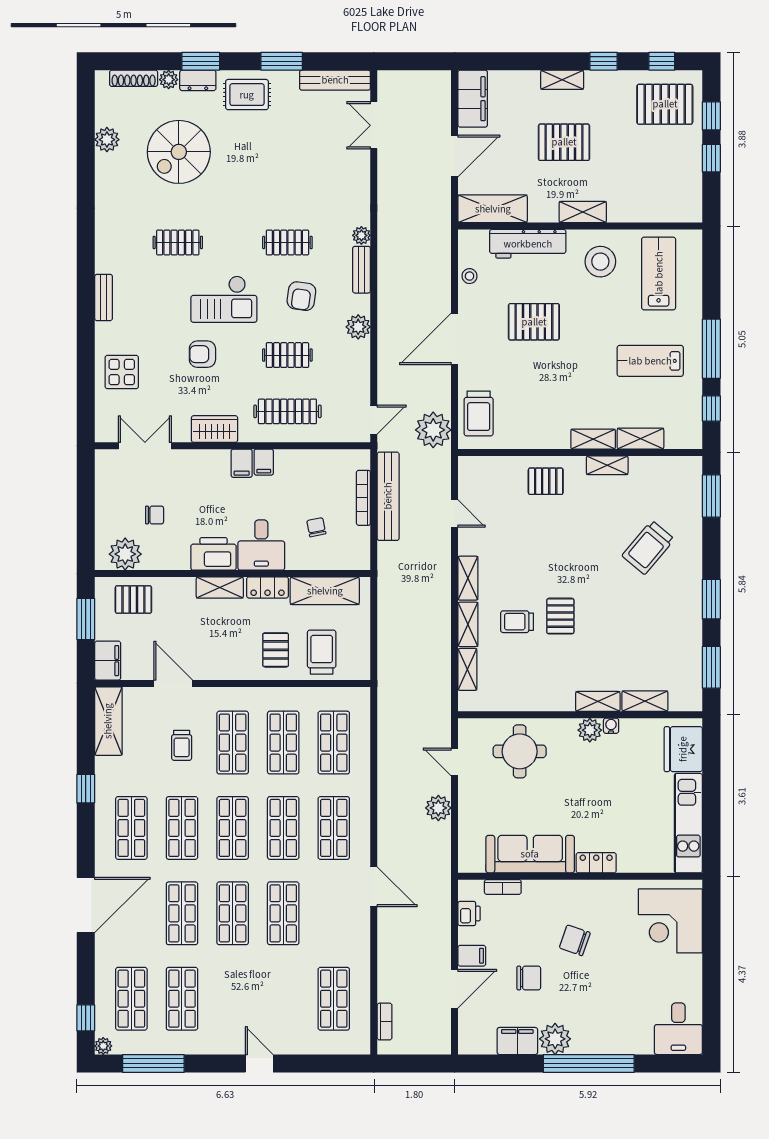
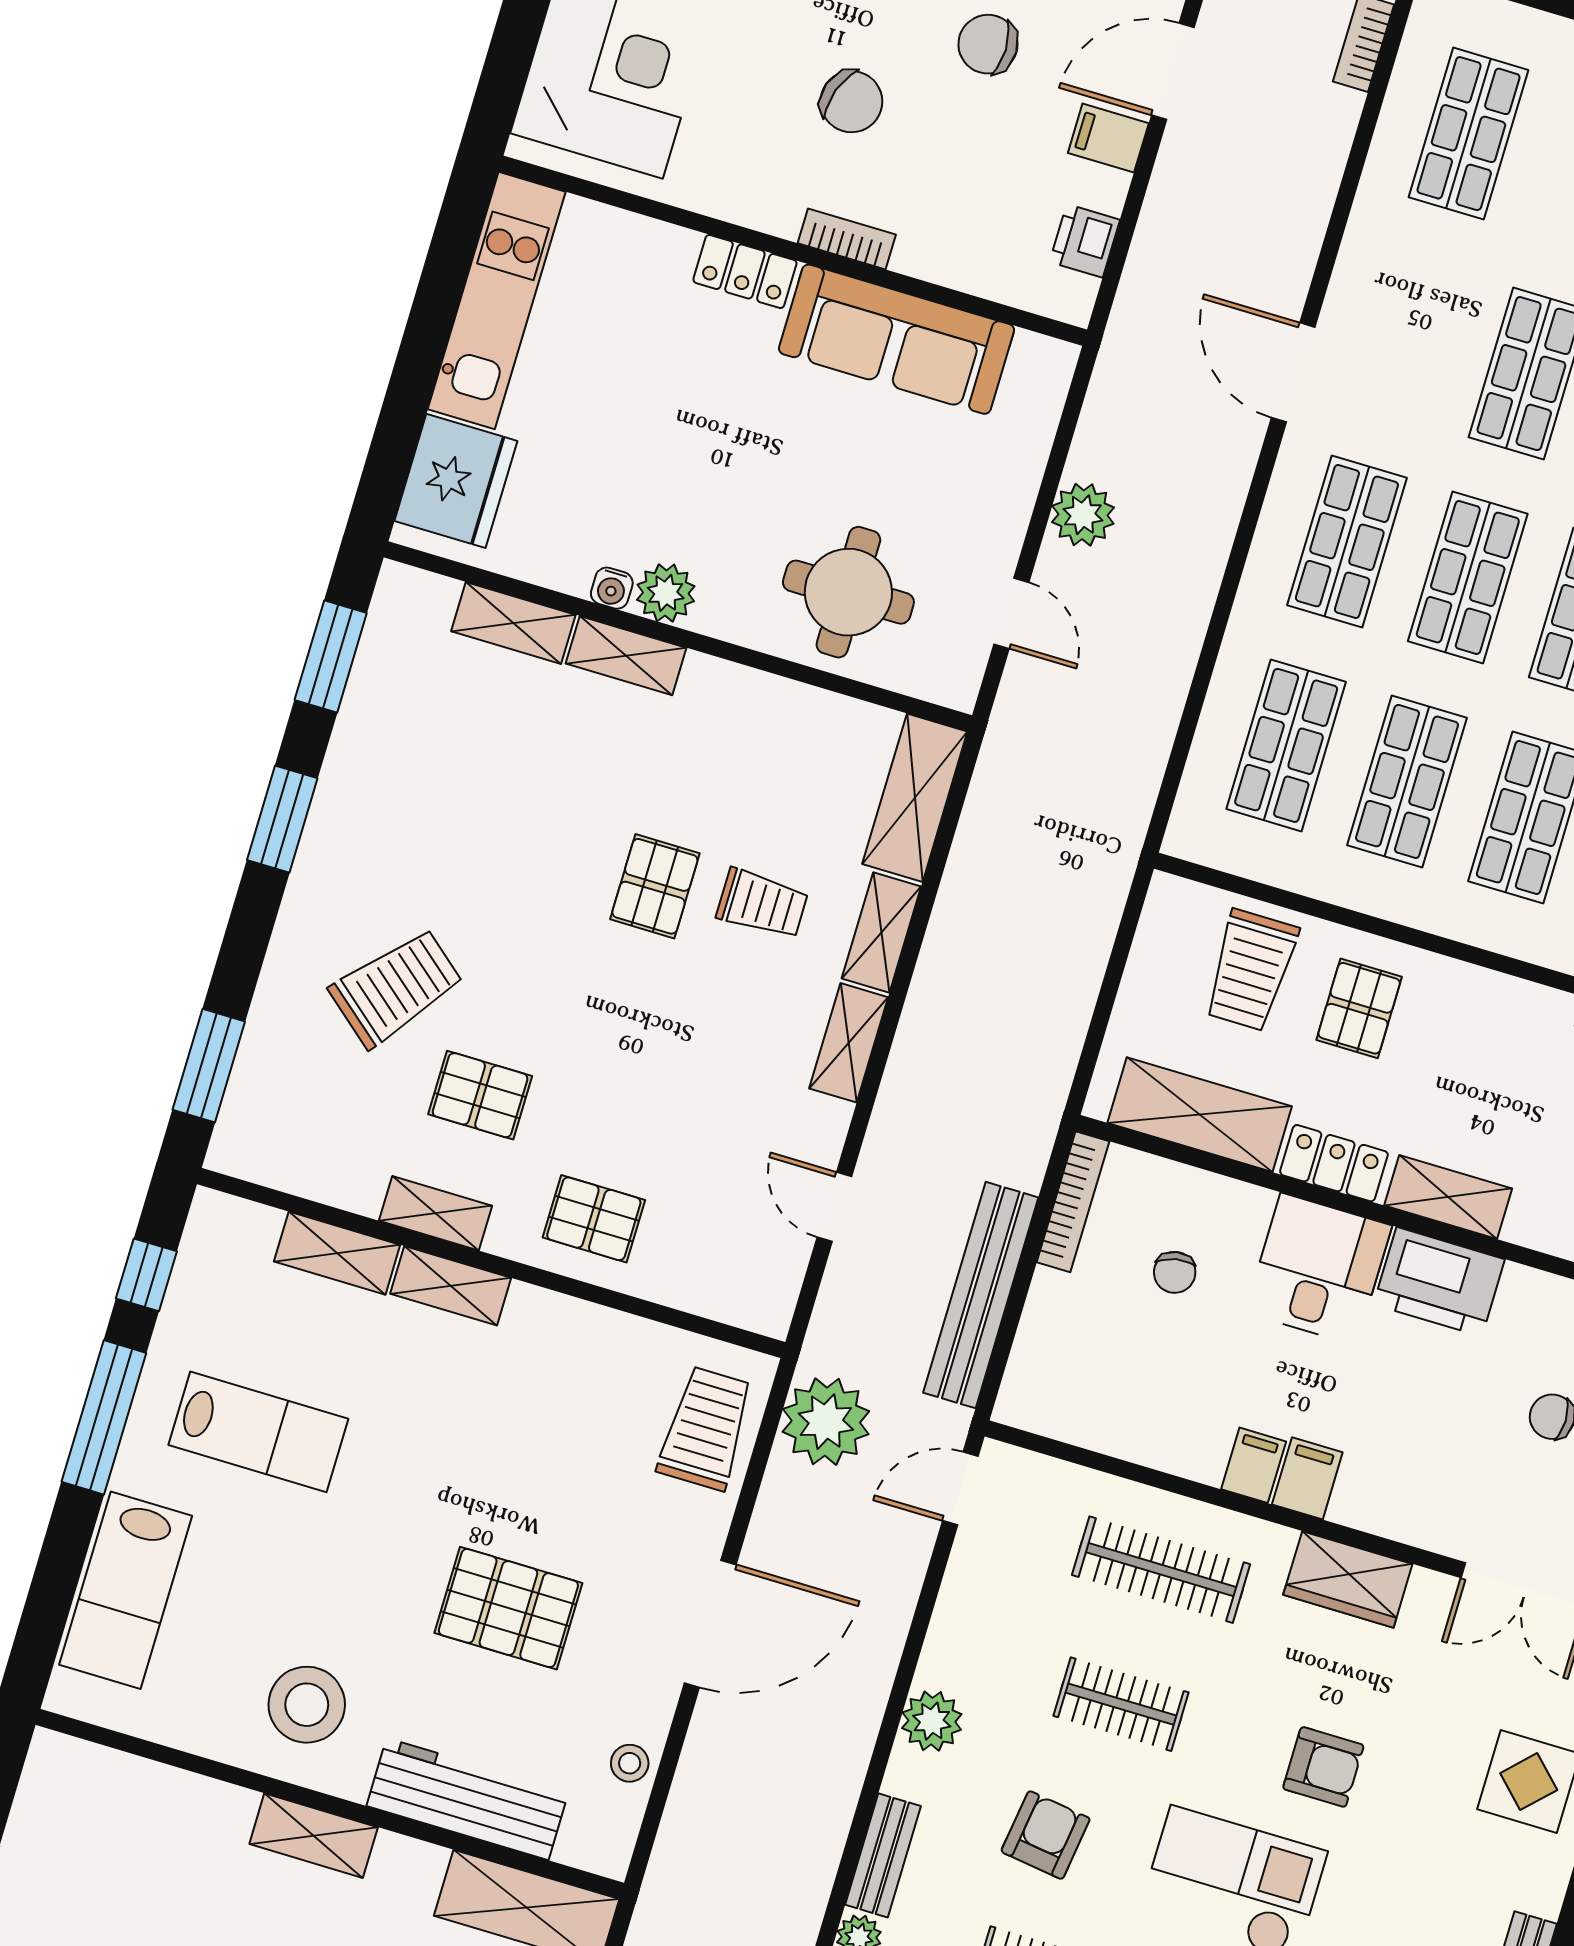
lab bench: (659, 273) -> (126, 1590), moved
bookcase: (363, 498) -> (1073, 1202), moved
pallet: (604, 516) -> (480, 1095), added
shelving: (467, 669) -> (915, 798), width x1.50, depth x1.33
bookcase: (503, 887) -> (847, 239), moved

